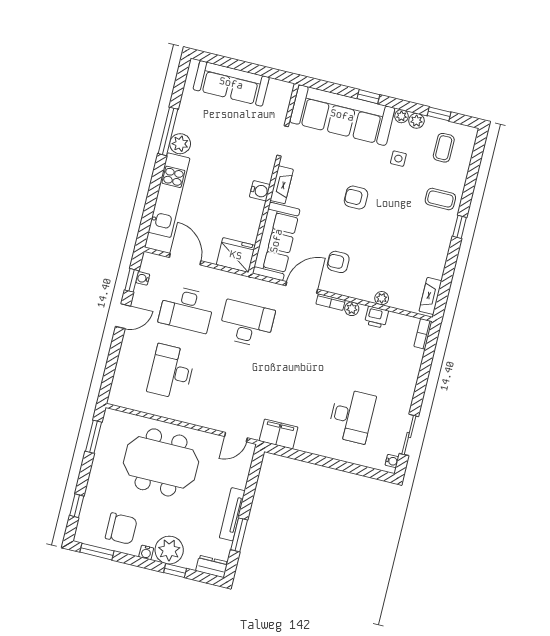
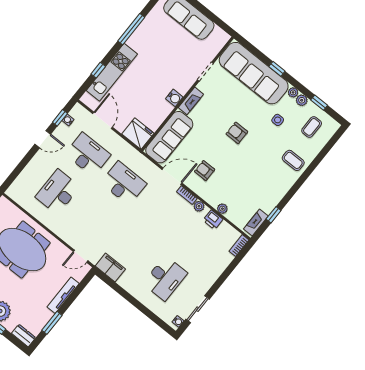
plant: (180, 144) -> (136, 41), removed
window: (151, 200) -> (98, 70), added
window: (460, 227) -> (273, 215), moved
desk: (187, 309) -> (88, 154), turned 180
tv unit: (232, 514) -> (63, 295), moved

